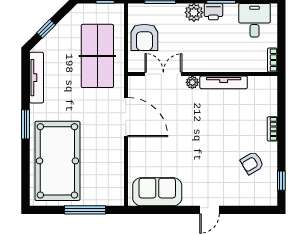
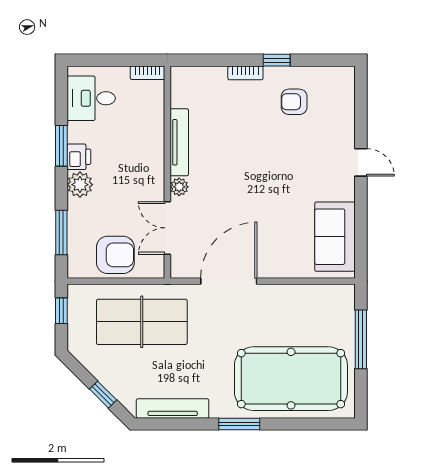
armchair: (252, 163) -> (294, 102), turned 121
window: (281, 181) -> (277, 60), moved

